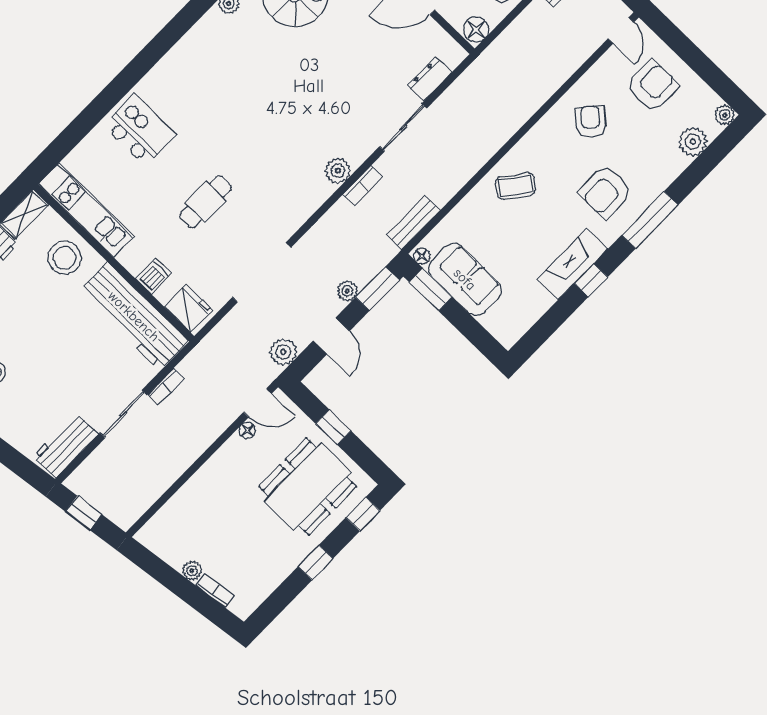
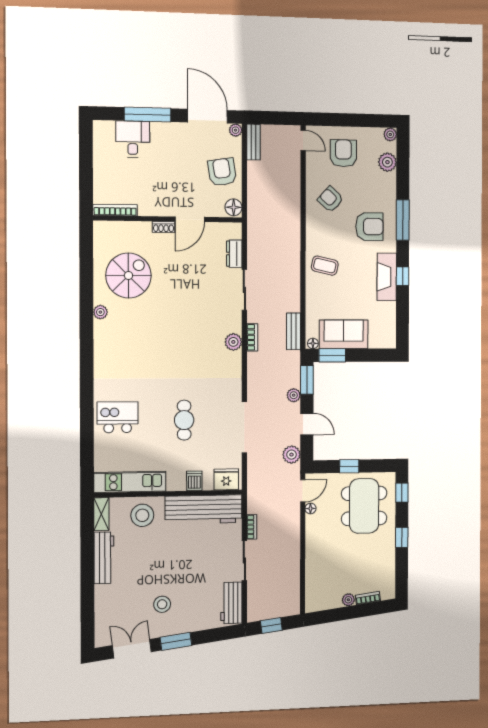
coffee table: (516, 186) -> (325, 266), turned 66
armchair: (606, 191) -> (369, 227), turned -90

